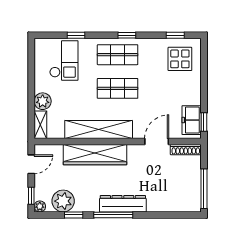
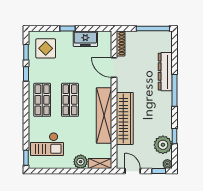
window: (76, 35) -> (26, 158), moved
window: (127, 35) -> (26, 74), moved
checkout: (64, 60) -> (47, 144), turned 180
freezer: (192, 120) -> (85, 39), moved
window: (204, 122) -> (68, 29), moved
dresser: (123, 204) -> (165, 72), moved
window: (113, 215) -> (174, 90), moved

